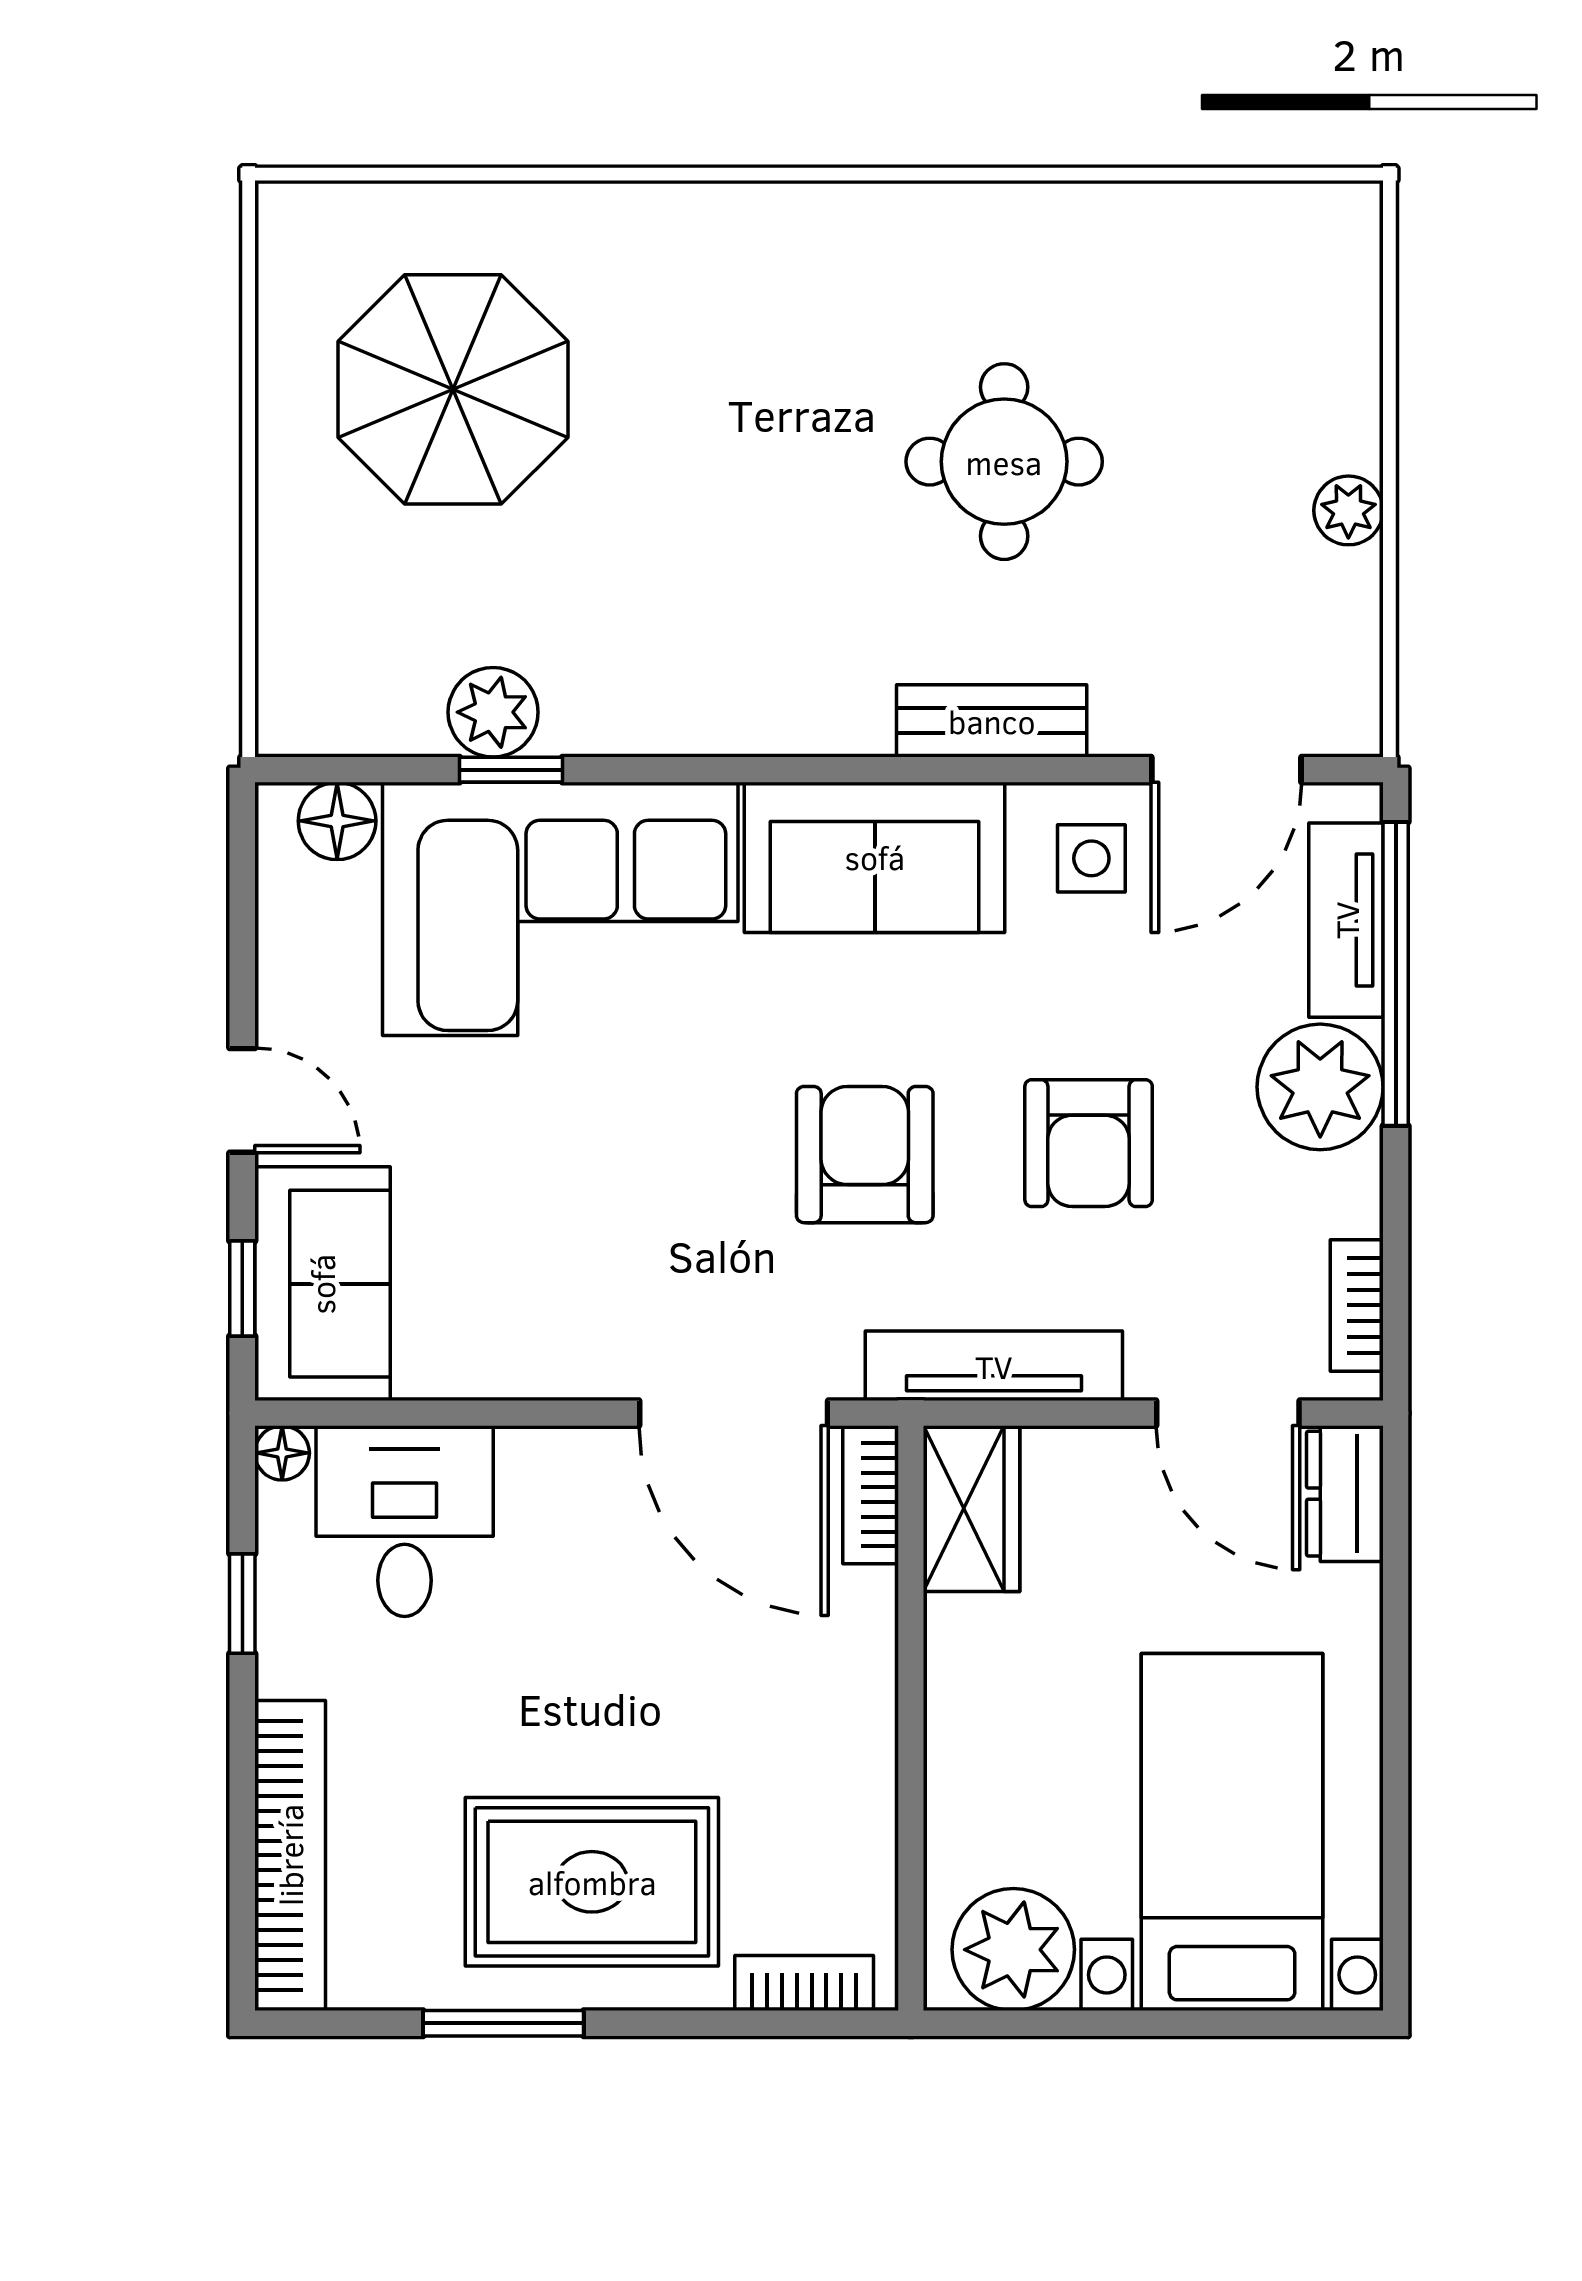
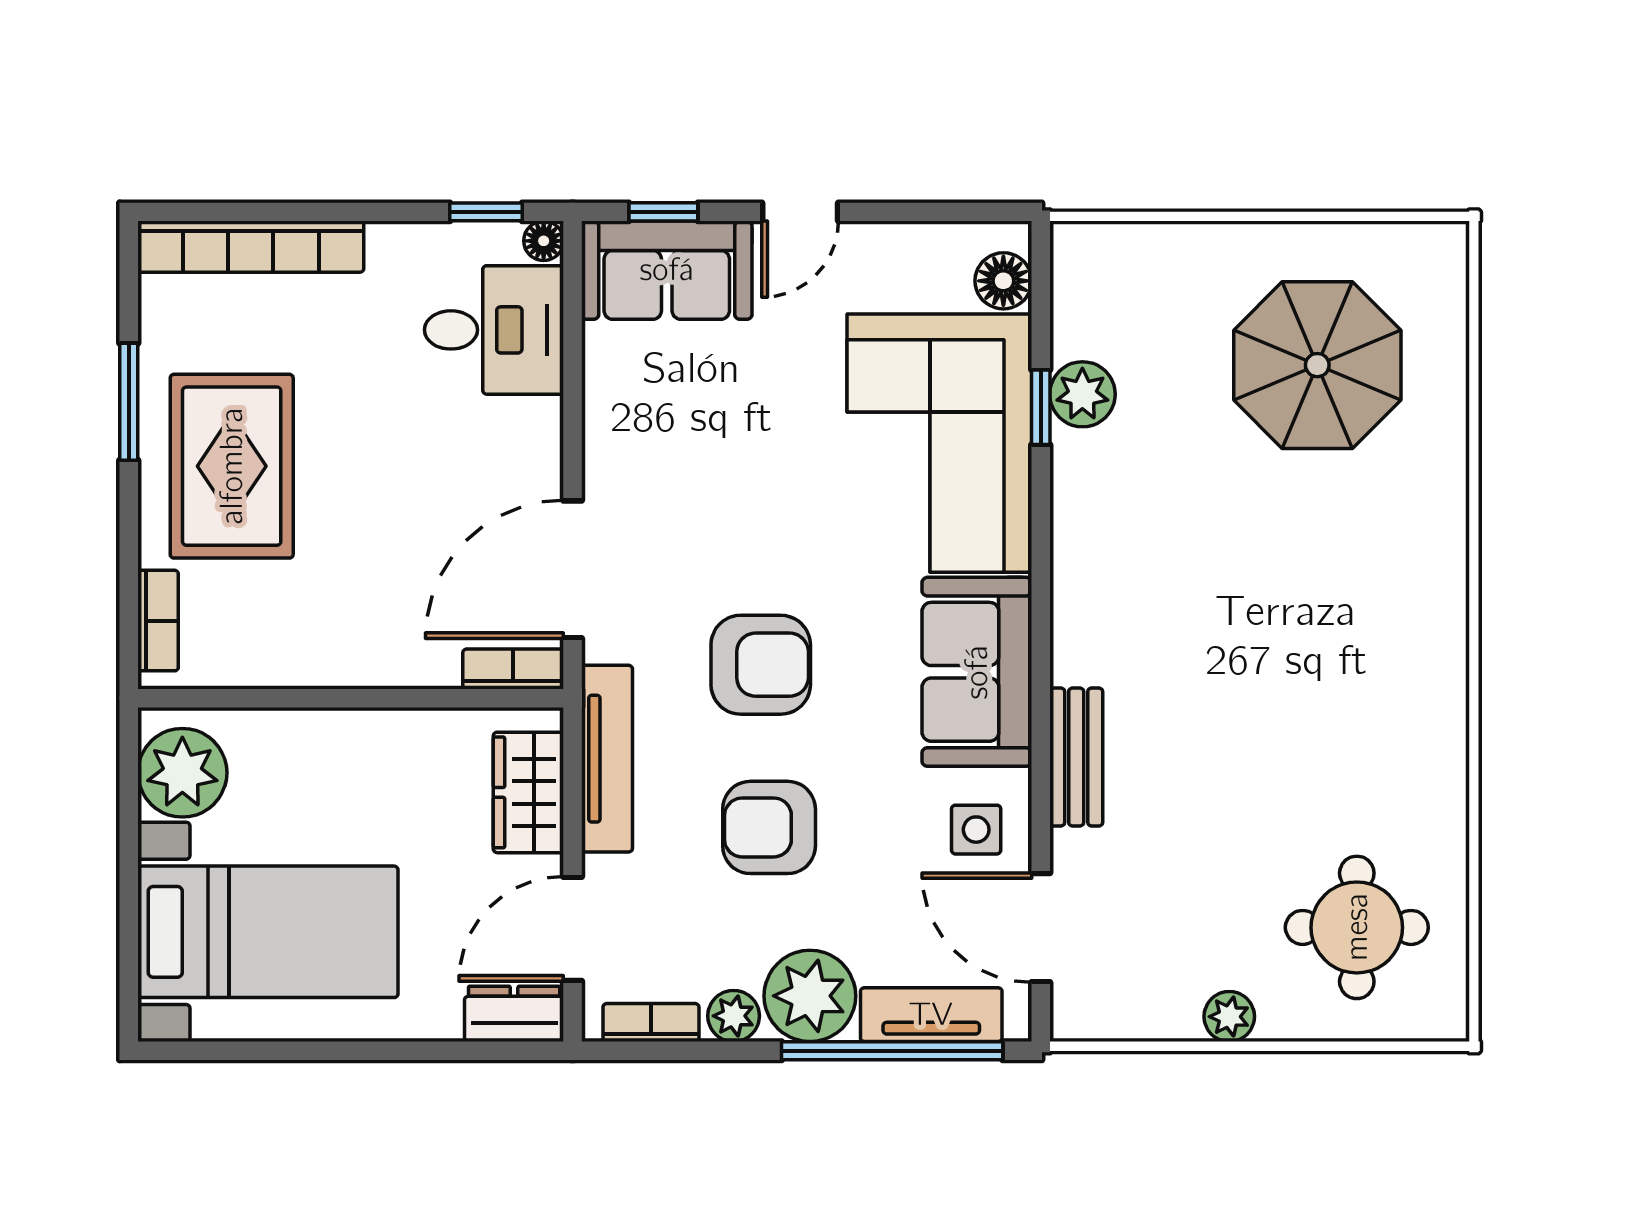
round table: (1004, 462) -> (1357, 927), moved
plant: (1348, 1192) -> (734, 1016), added
wardrobe: (971, 1509) -> (528, 792), moved, turned 90
window: (242, 1604) -> (486, 212), moved

